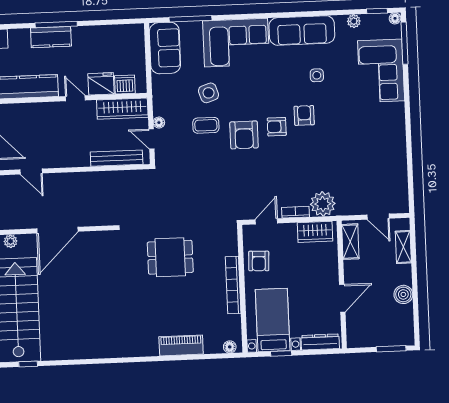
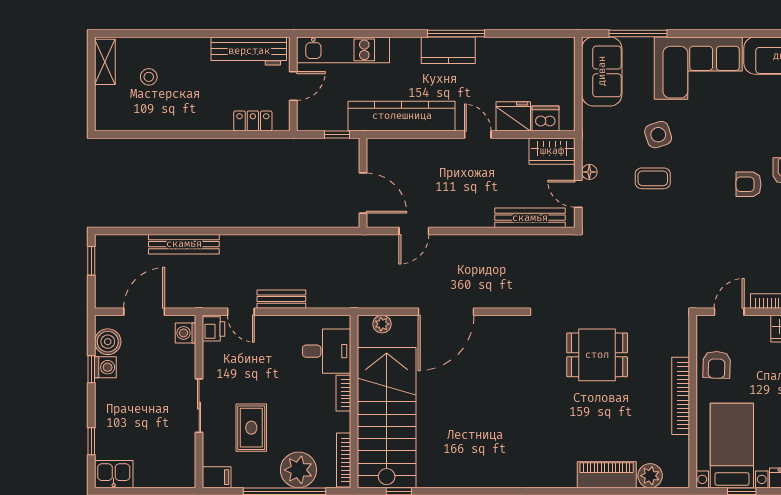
wardrobe: (122, 109) -> (552, 151), width x0.67
armchair: (244, 135) -> (704, 194), removed
door: (31, 171) -> (414, 231), hinge flipped
plant: (213, 345) -> (650, 476), added
floor lamp: (230, 347) -> (672, 479), removed

